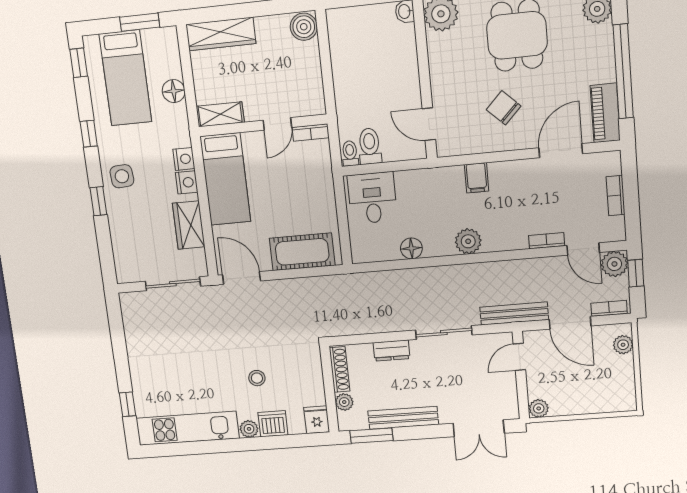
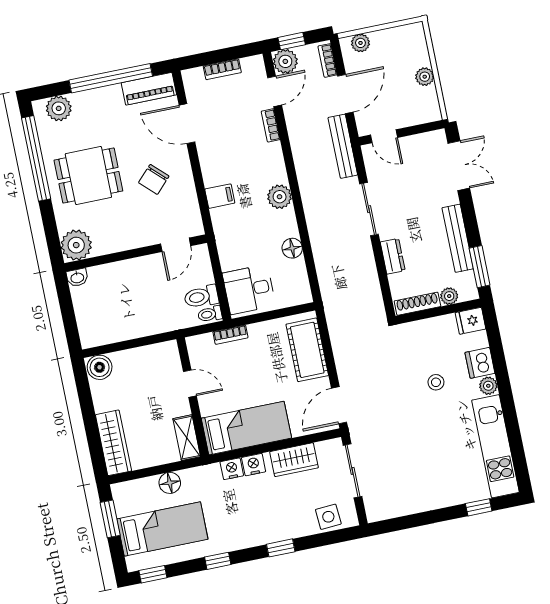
bookcase: (311, 133) -> (230, 335), moved, turned 90
side table: (122, 176) -> (328, 517), moved
plant: (539, 408) -> (425, 77), moved

